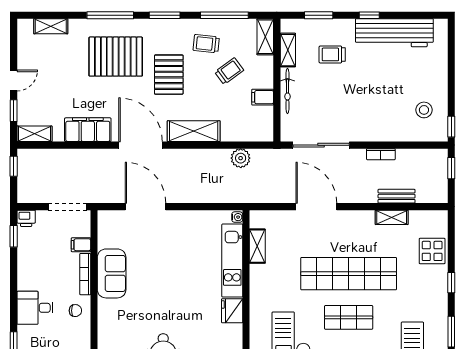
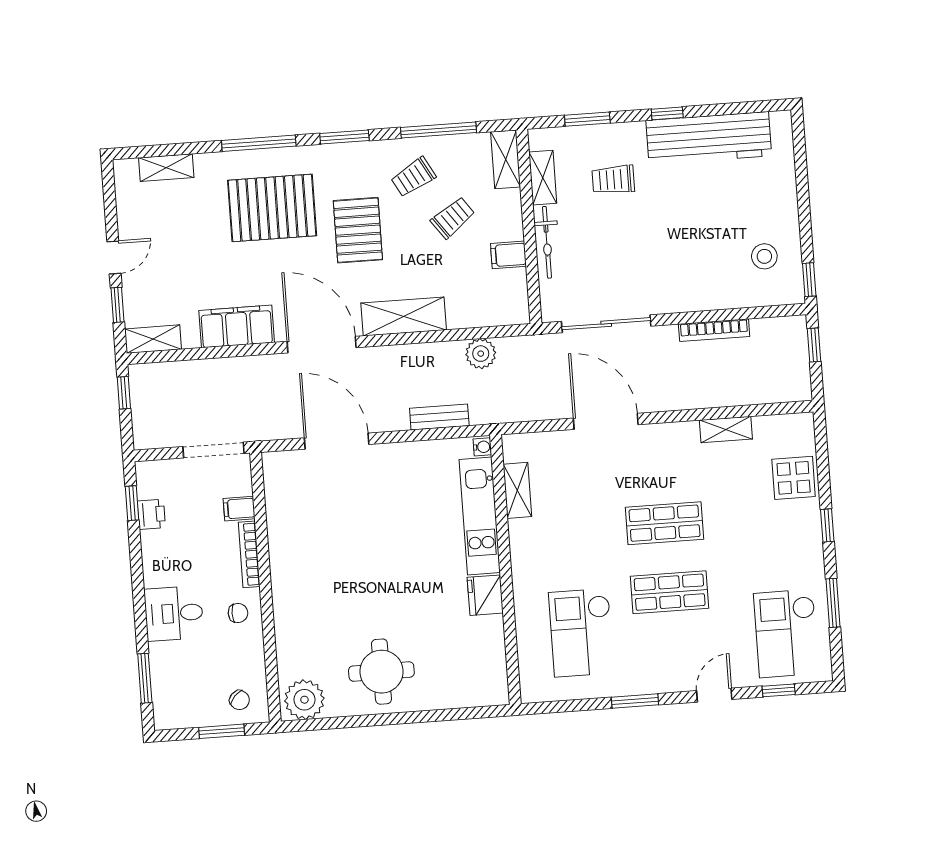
trolley: (206, 44) -> (413, 177), turned -35
bookcase: (381, 154) -> (714, 330), width x1.56
bench: (397, 196) -> (439, 417), moved
printer: (26, 218) -> (151, 514), moved, turned -90
sofa: (112, 273) -> (291, 550), removed
shop shelf: (349, 274) -> (665, 523), width x0.50, depth x0.74

